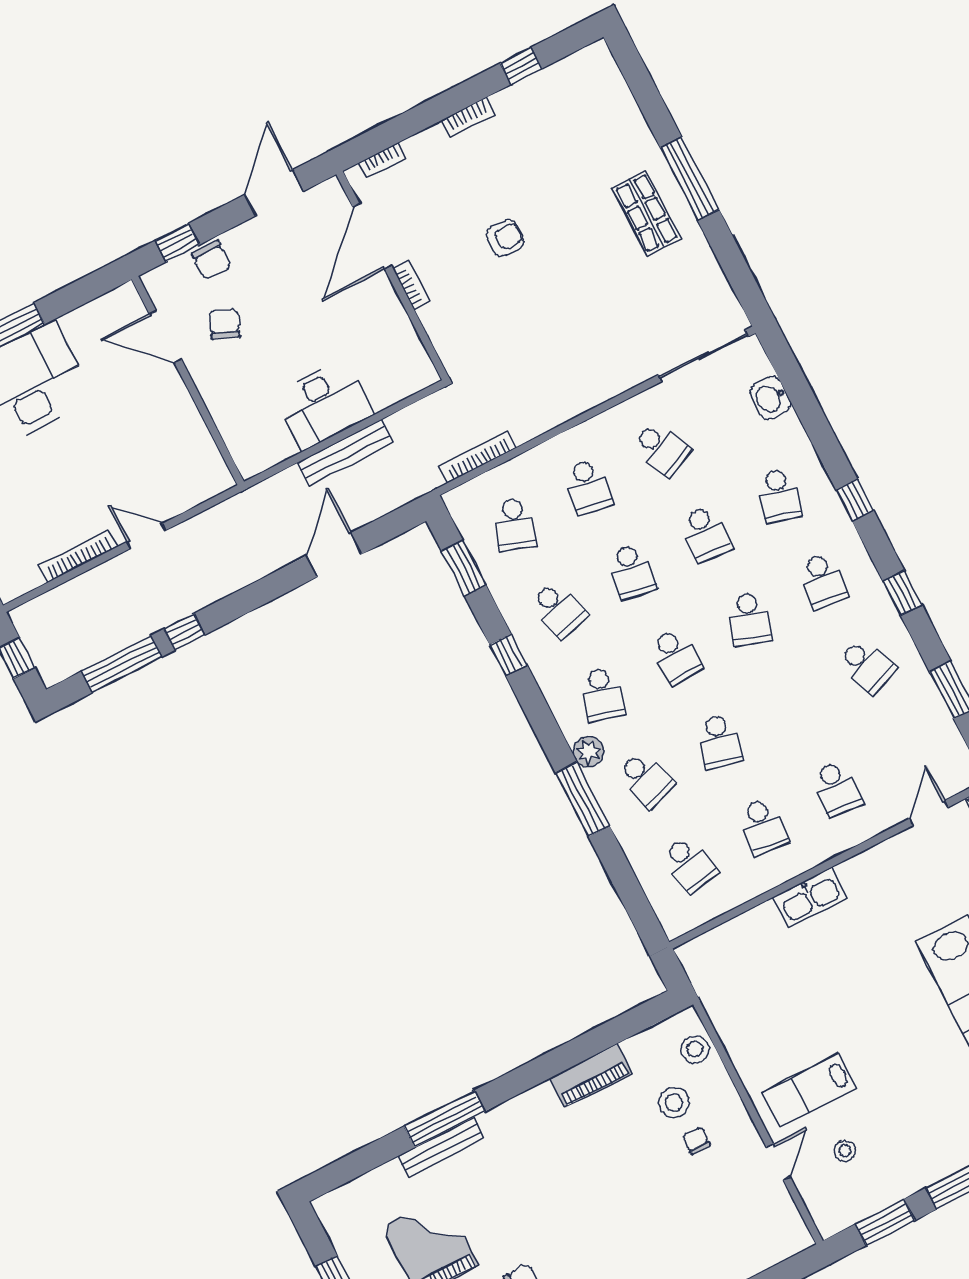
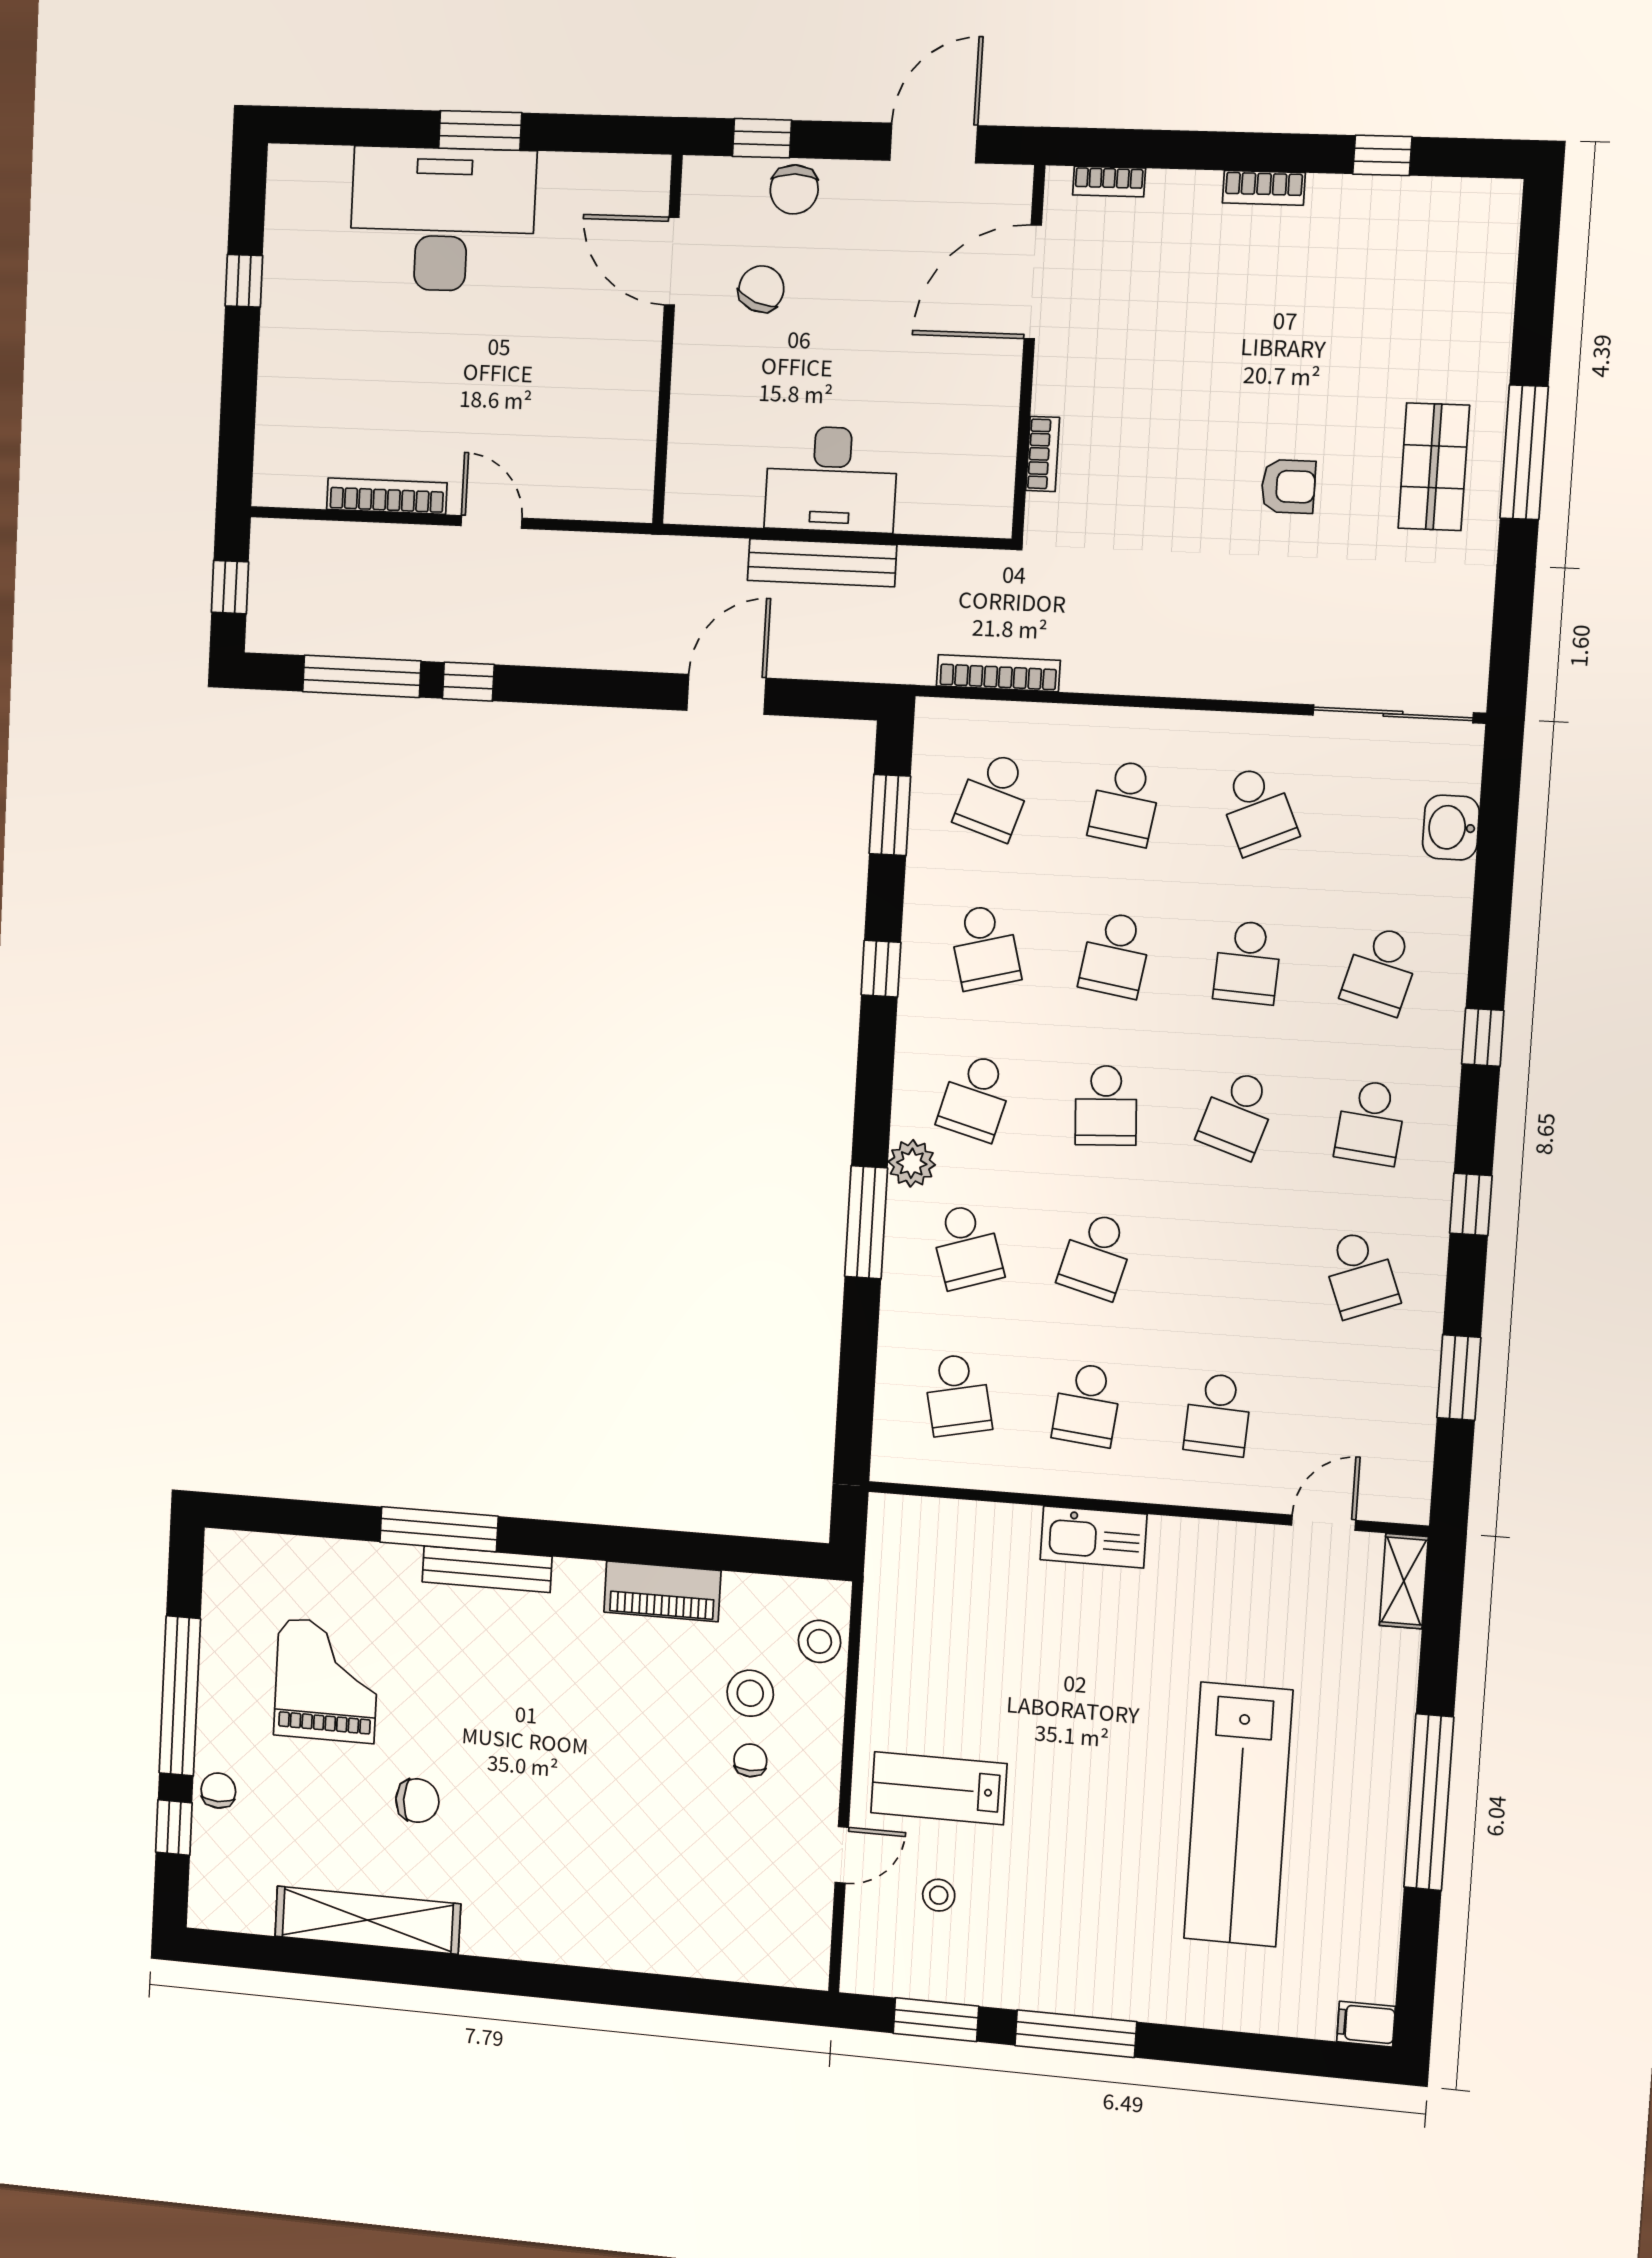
armchair: (505, 238) -> (1288, 486), moved
bookcase: (412, 285) -> (1043, 454), moved
bench: (441, 1147) -> (487, 1569), moved

